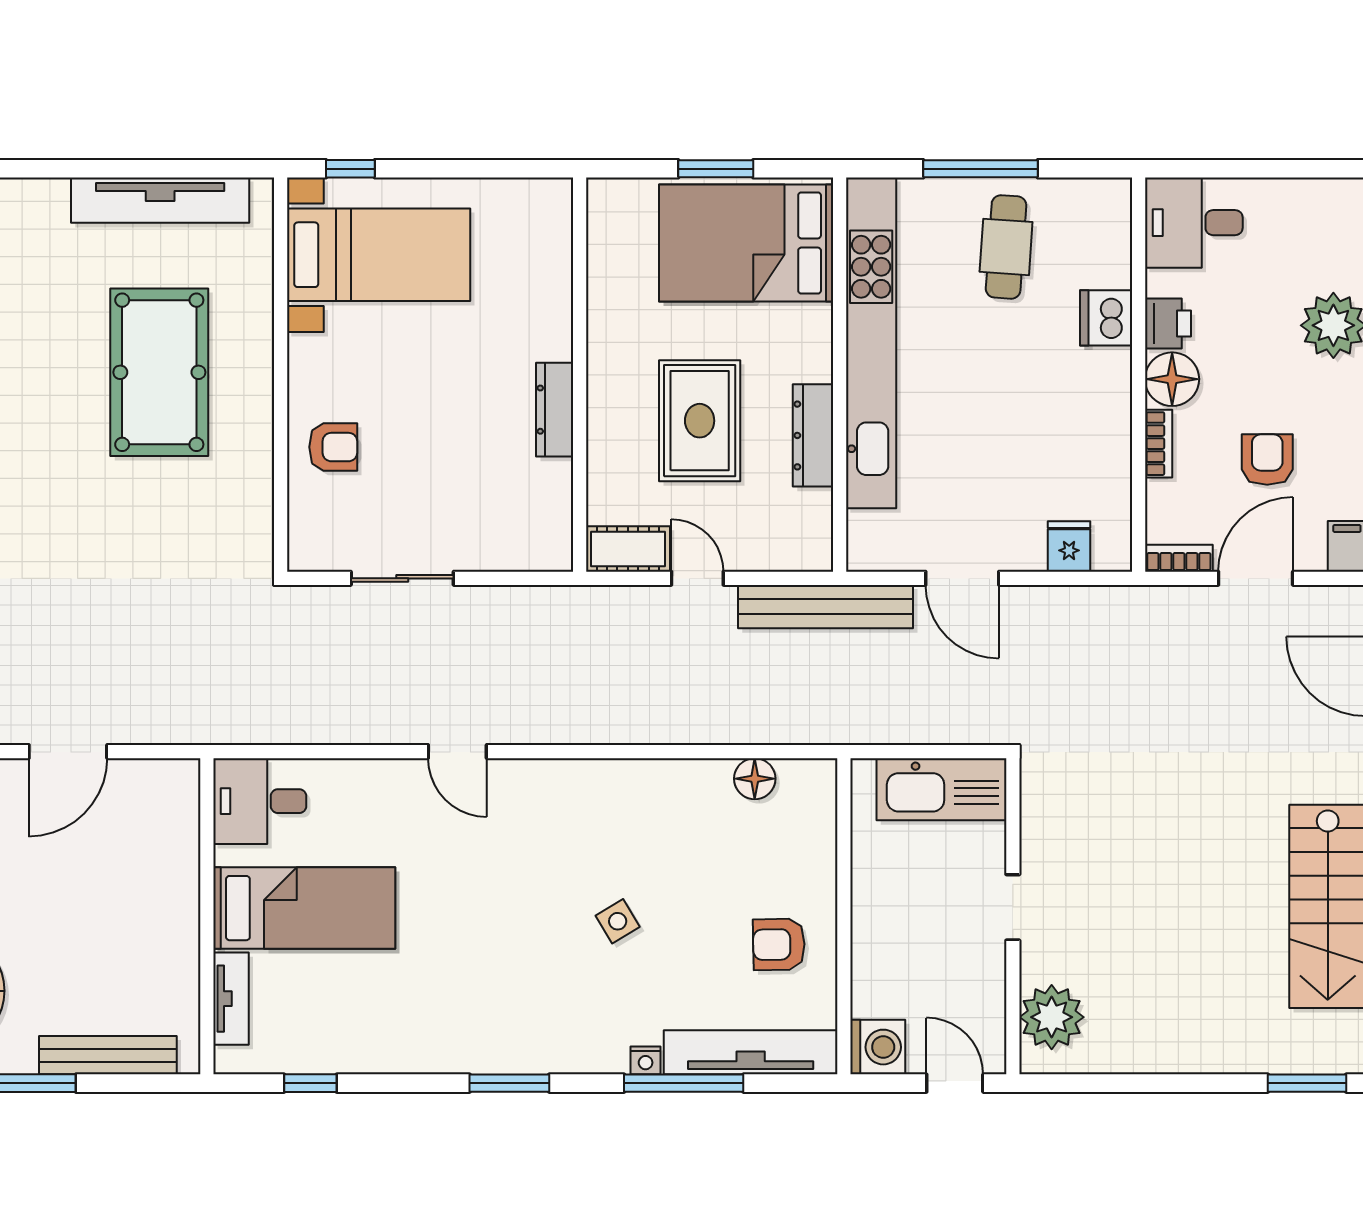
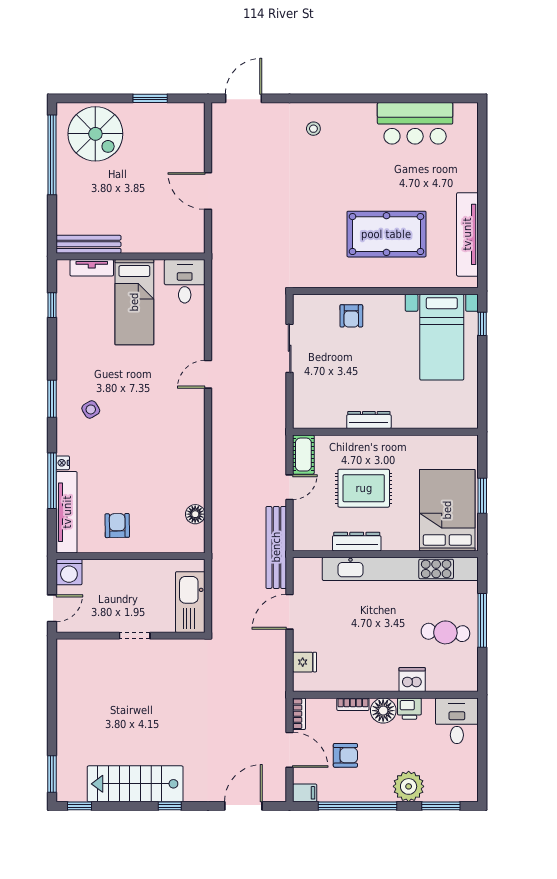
side table: (618, 921) -> (91, 409), moved
plant: (1052, 1017) -> (83, 654), removed
bench: (108, 1055) -> (88, 244), moved, turned 90

